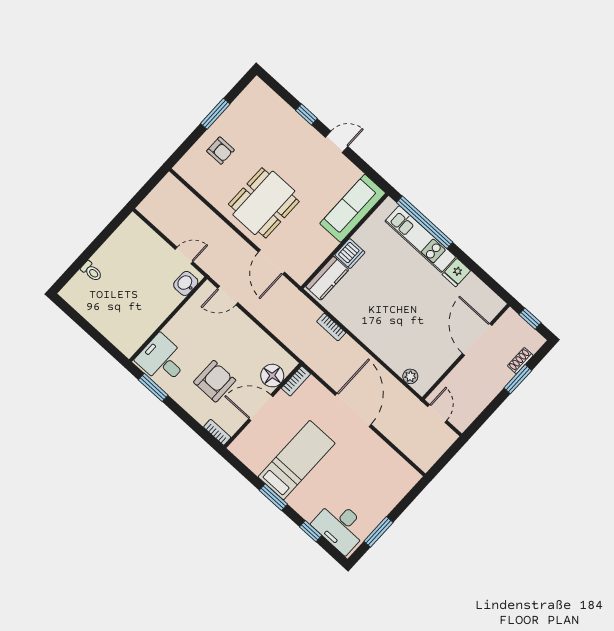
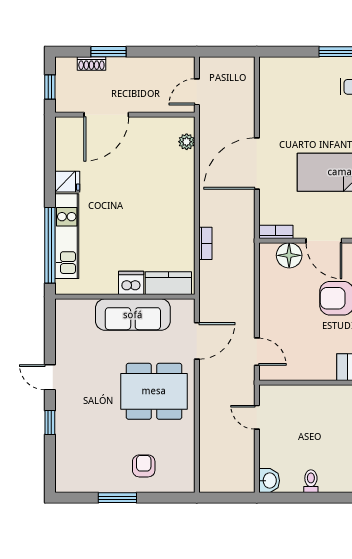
sofa: (353, 208) -> (133, 315), moved
toilet: (92, 271) -> (311, 481), moved
washbasin: (186, 283) -> (269, 481), moved, turned -90

